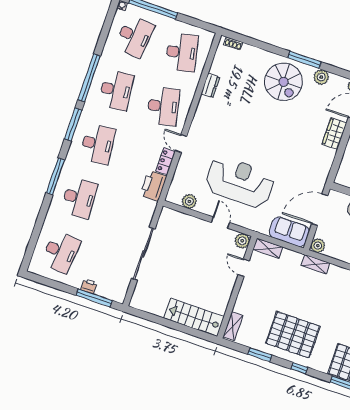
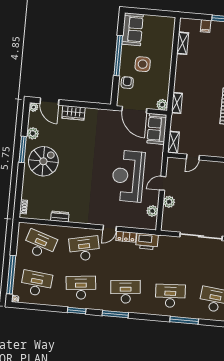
desk: (182, 52) -> (40, 245), turned 30
window: (89, 78) -> (77, 311), width x0.47
window: (55, 176) -> (184, 320), moved
plant: (242, 241) -> (169, 202), moved

